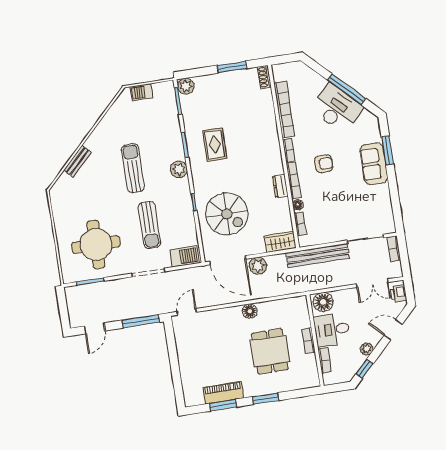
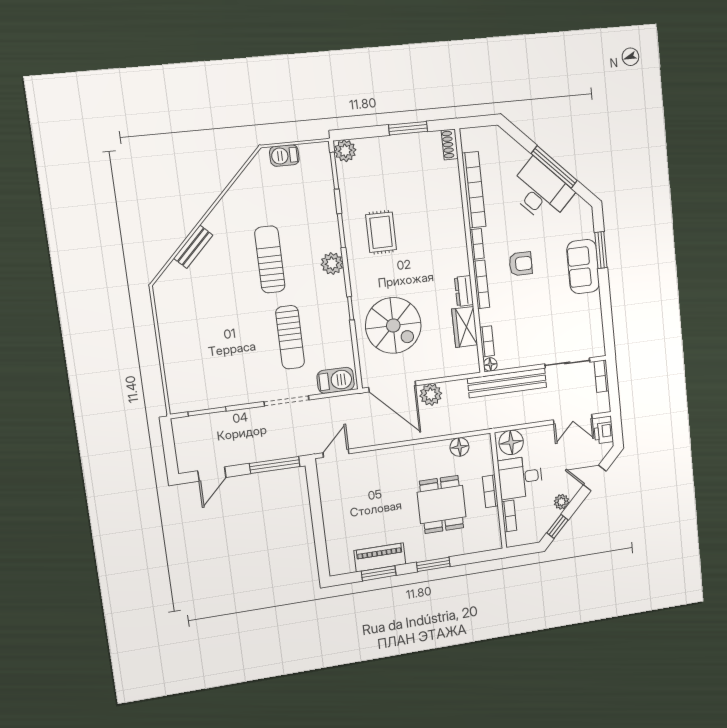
floor lamp: (298, 205) -> (490, 364), moved
wardrobe: (280, 242) -> (465, 327), moved, turned -90
round table: (96, 245) -> (216, 362), removed
floor lamp: (250, 311) -> (459, 447), moved

